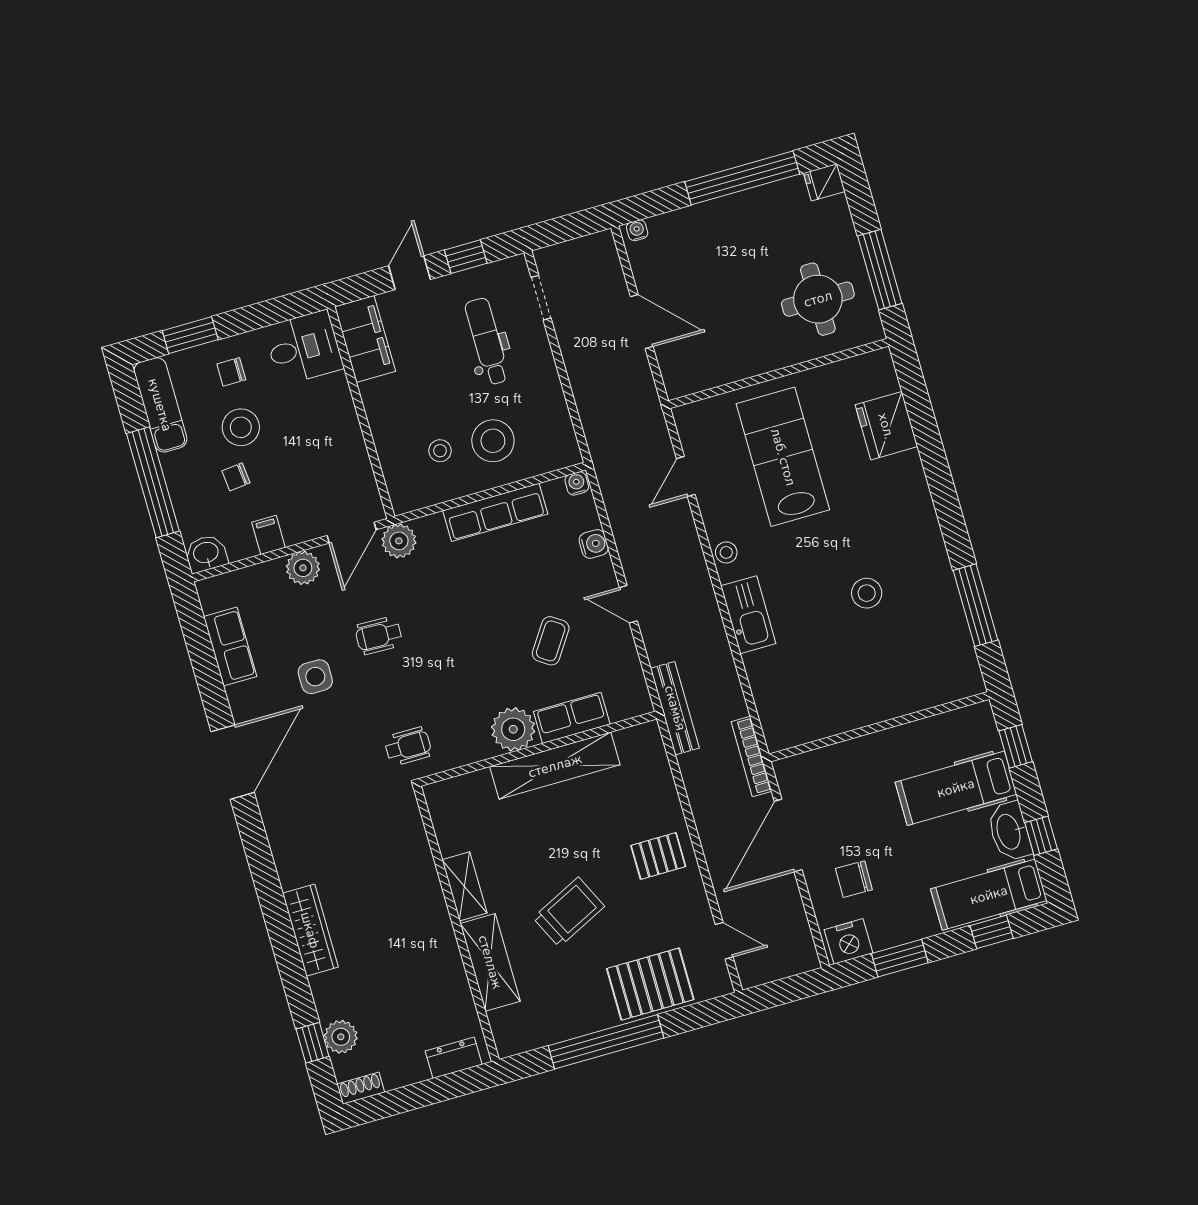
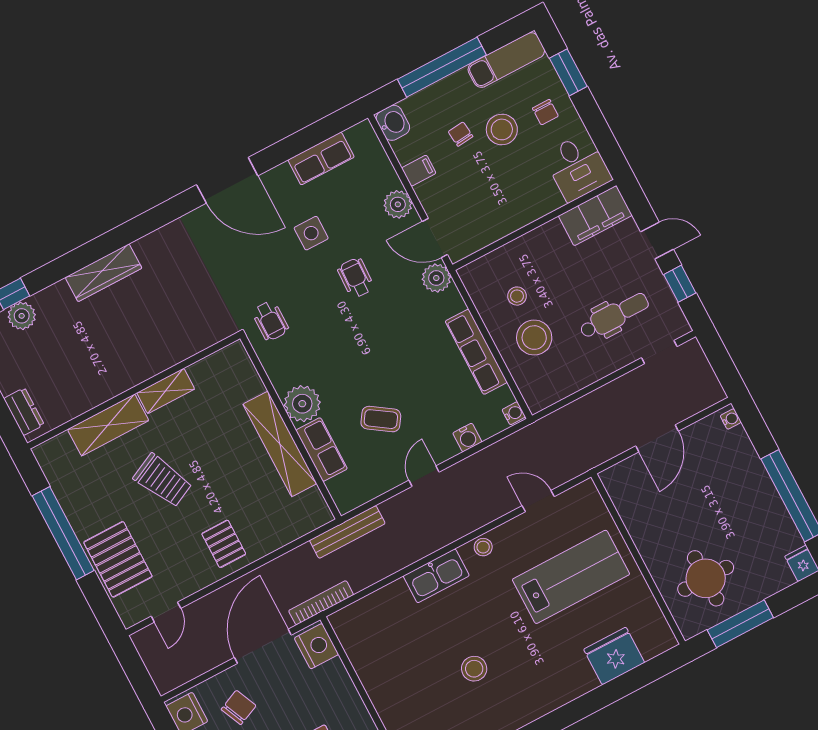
chair: (231, 372) -> (545, 112), turned 180
nightstand: (801, 773) -> (316, 646), added
door: (788, 835) -> (263, 646), hinge flipped
chair: (854, 879) -> (239, 707), turned 65

